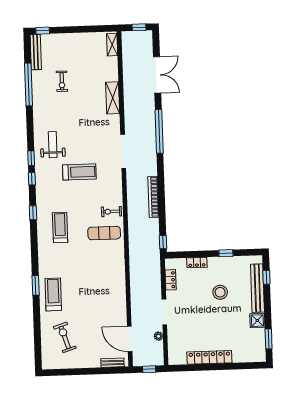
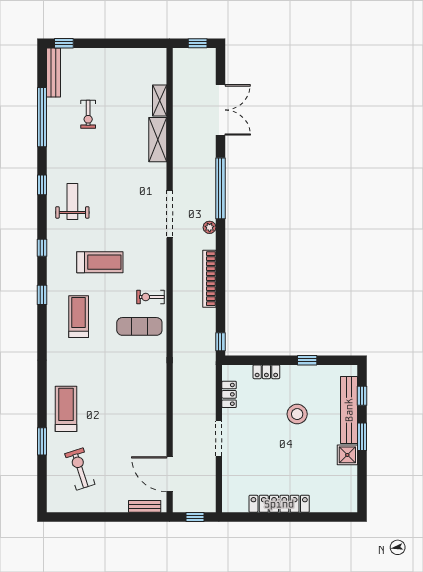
shelving: (112, 45) -> (160, 101), moved
window: (31, 158) -> (42, 185), moved
treadmill: (79, 172) -> (100, 262), moved
window: (36, 285) -> (42, 441), moved
plant: (158, 336) -> (210, 227), moved
window: (269, 339) -> (362, 437), moved

